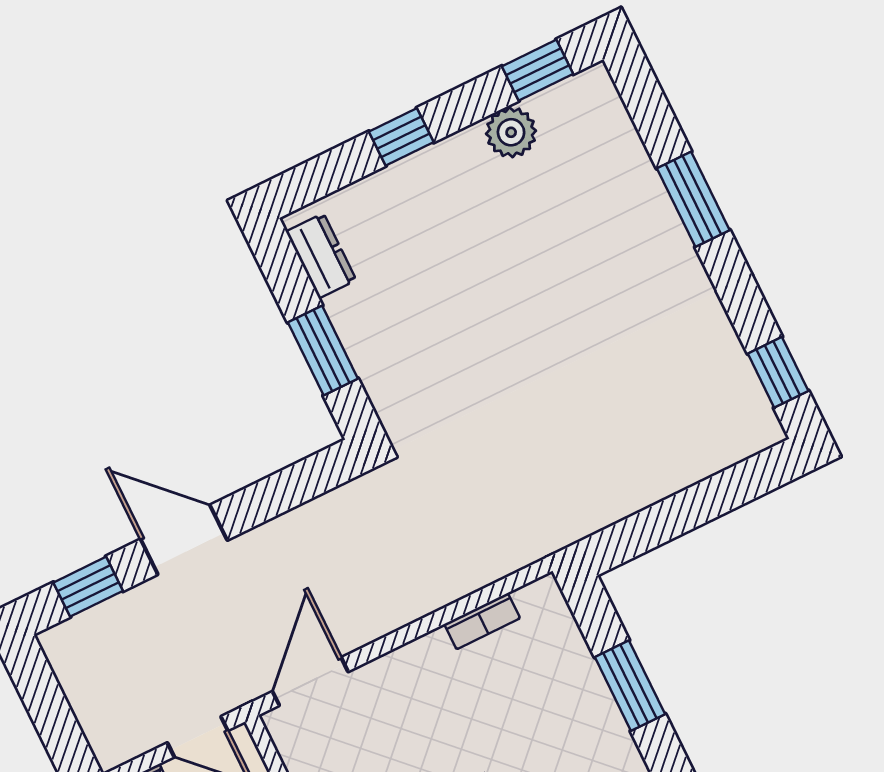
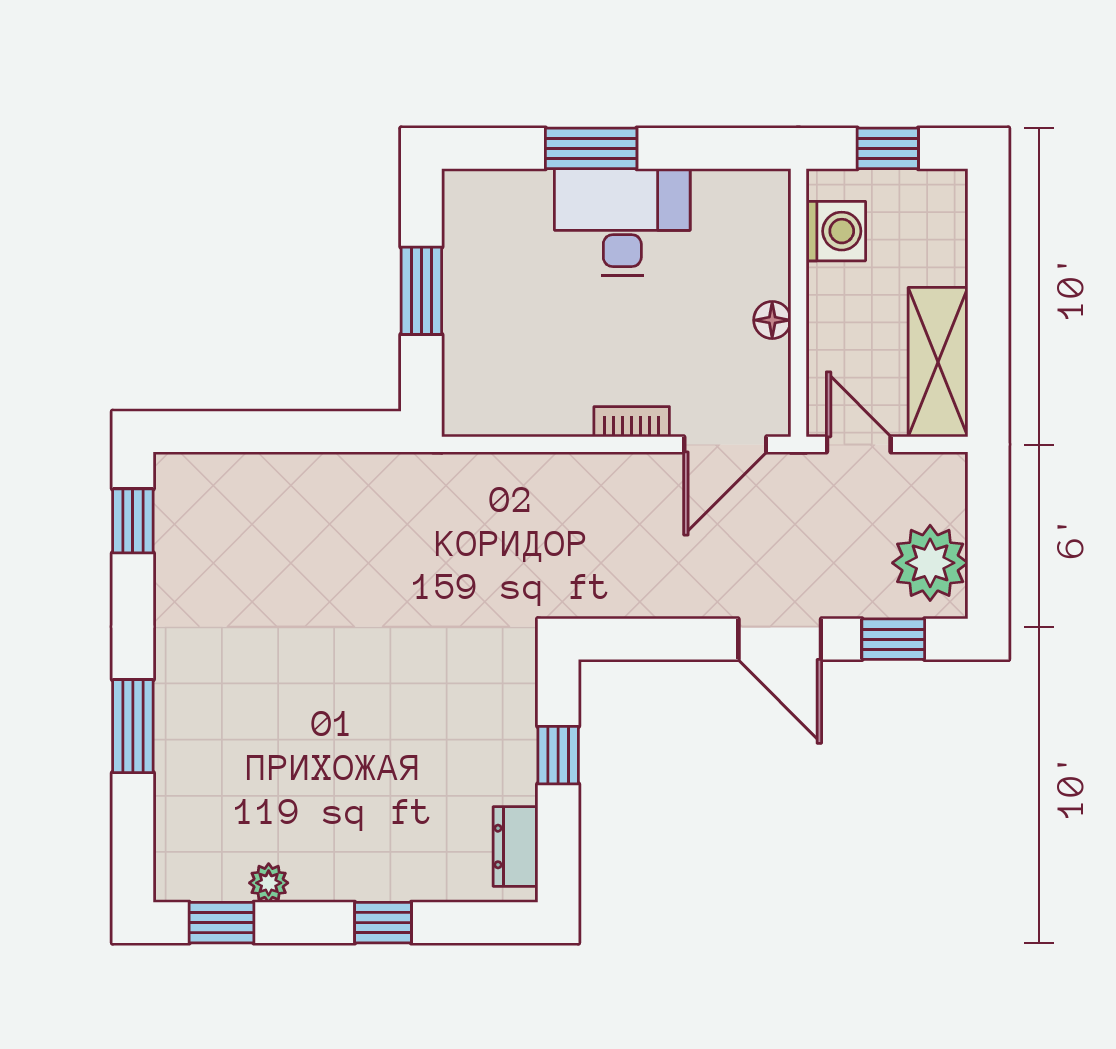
plant: (511, 132) -> (269, 883), width x0.73, depth x0.73
window: (323, 350) -> (558, 755), width x0.67
bookcase: (482, 621) -> (632, 422), moved
plant: (89, 666) -> (930, 563), added

